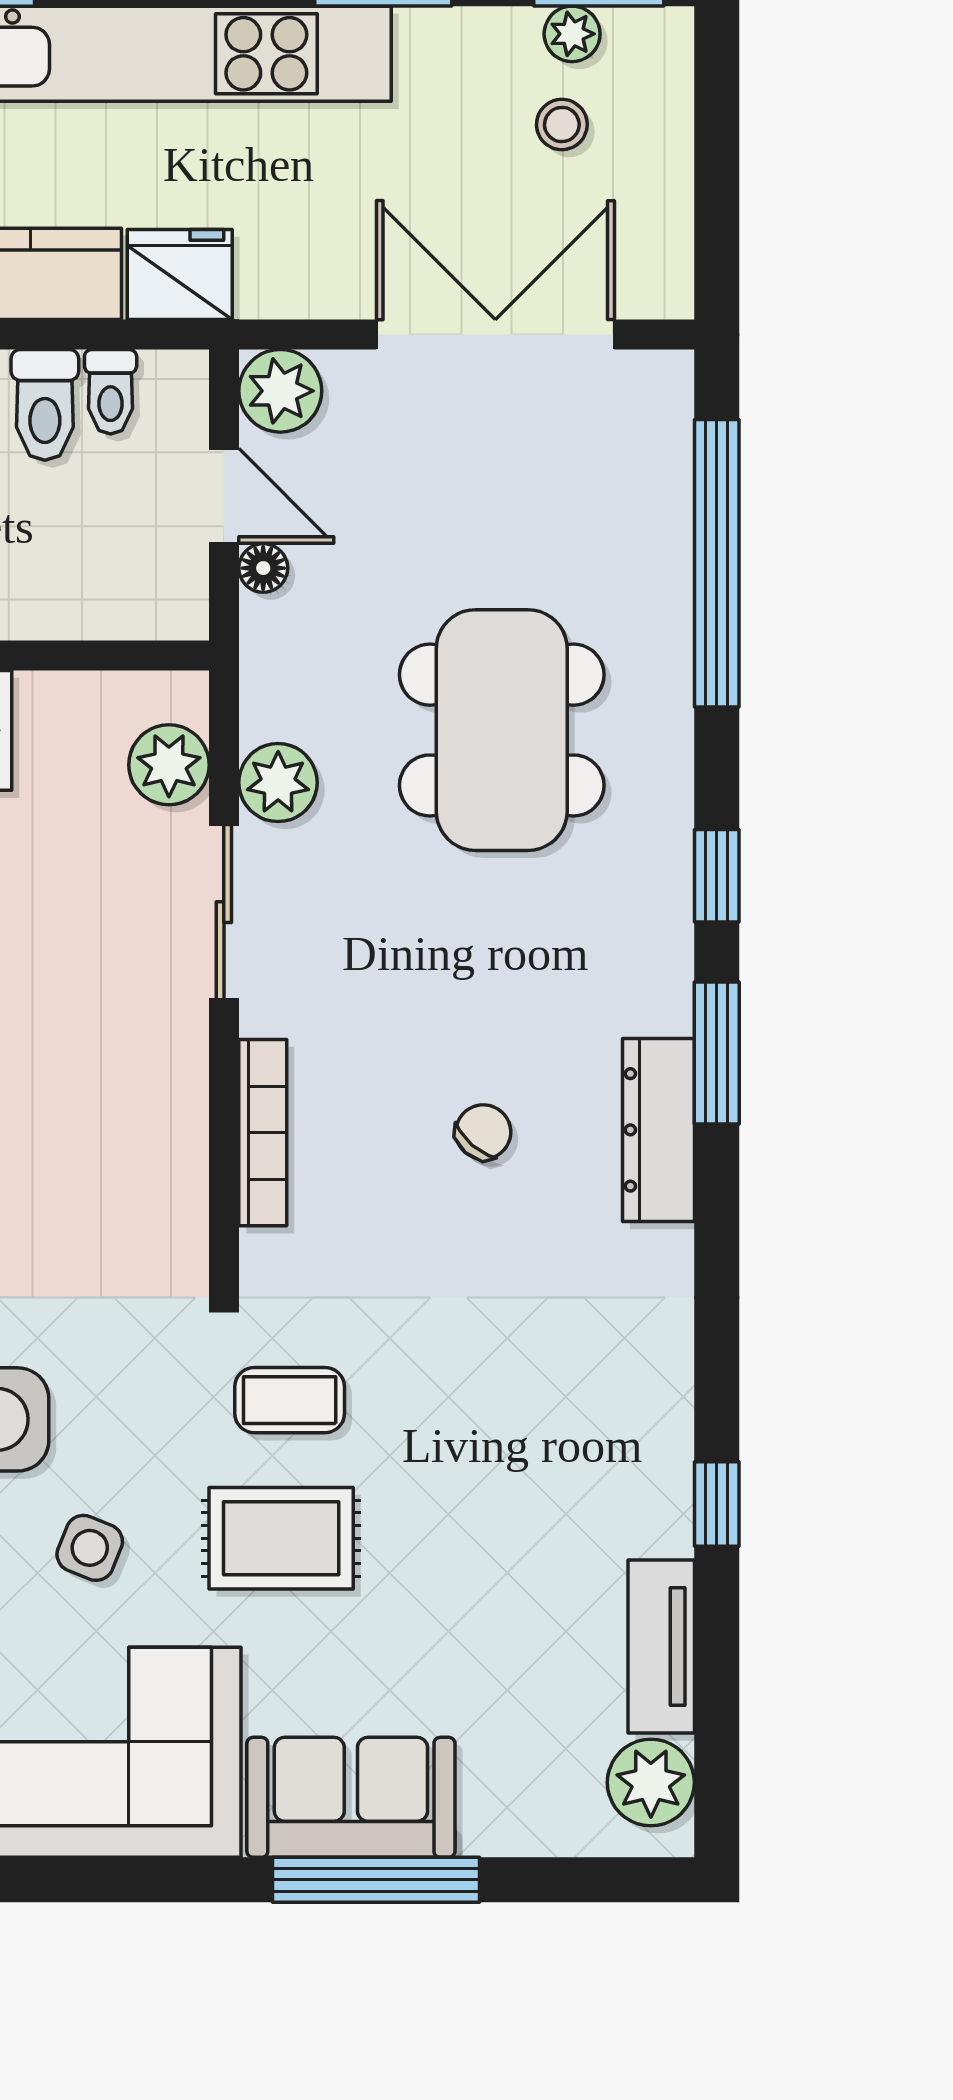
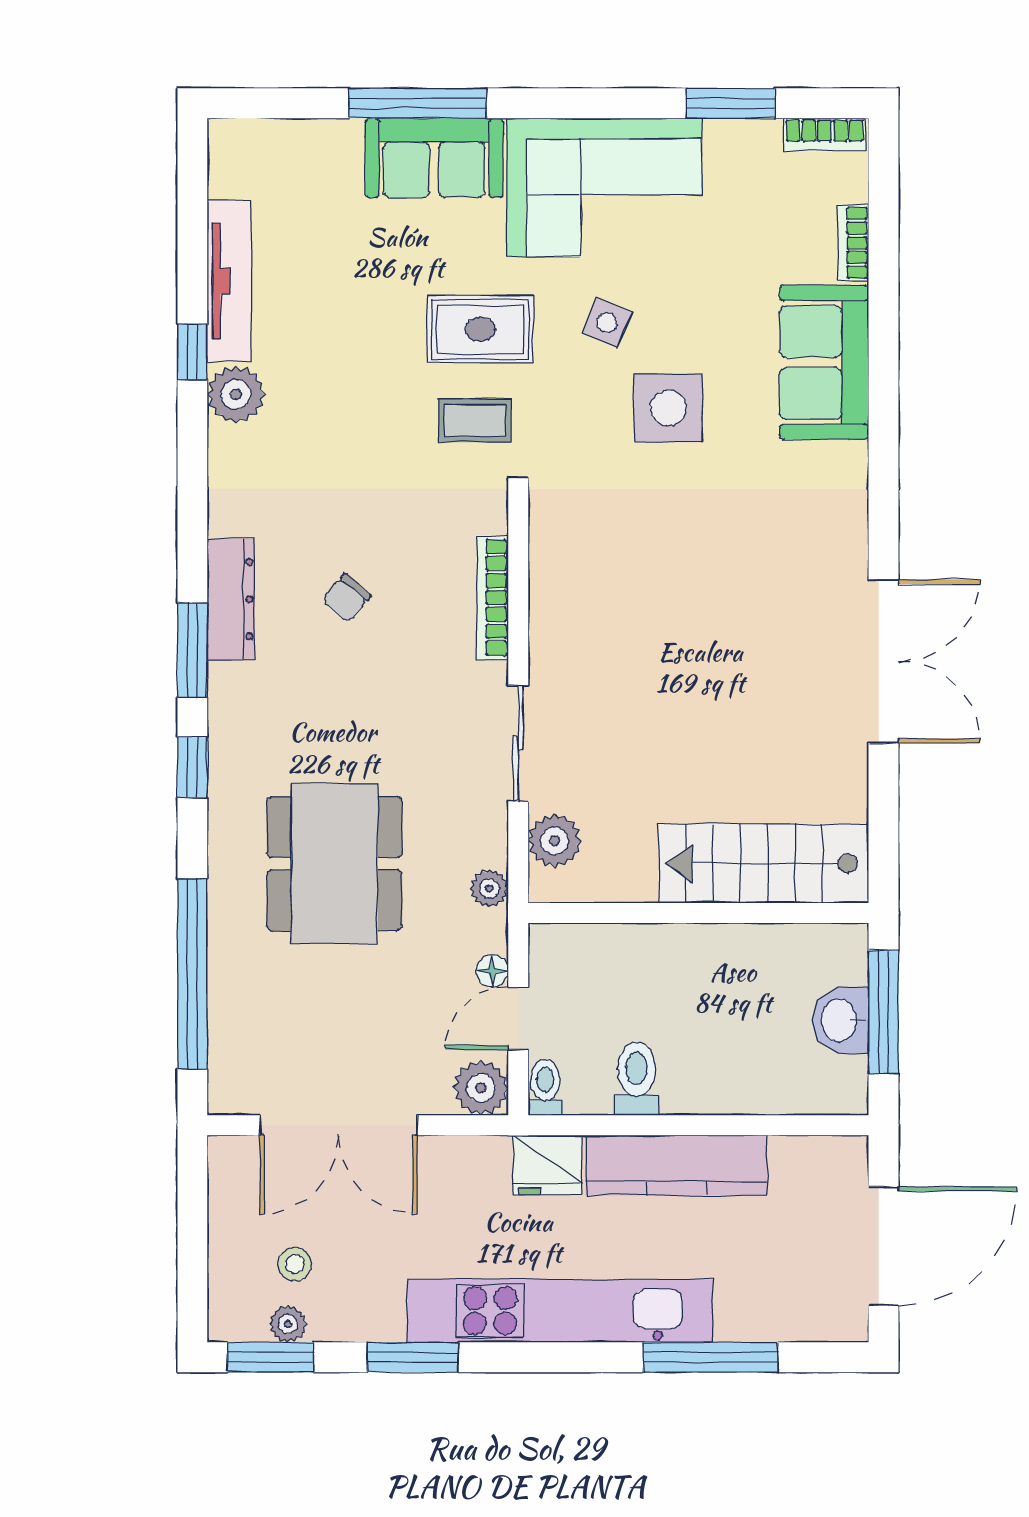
toilet: (111, 392) -> (545, 1087), moved
door: (224, 496) -> (518, 1018), hinge flipped
plant: (278, 783) -> (489, 888), moved, width x0.73, depth x0.73
tv unit: (661, 1647) -> (229, 281), width x1.41
plant: (651, 1783) -> (236, 394), moved

